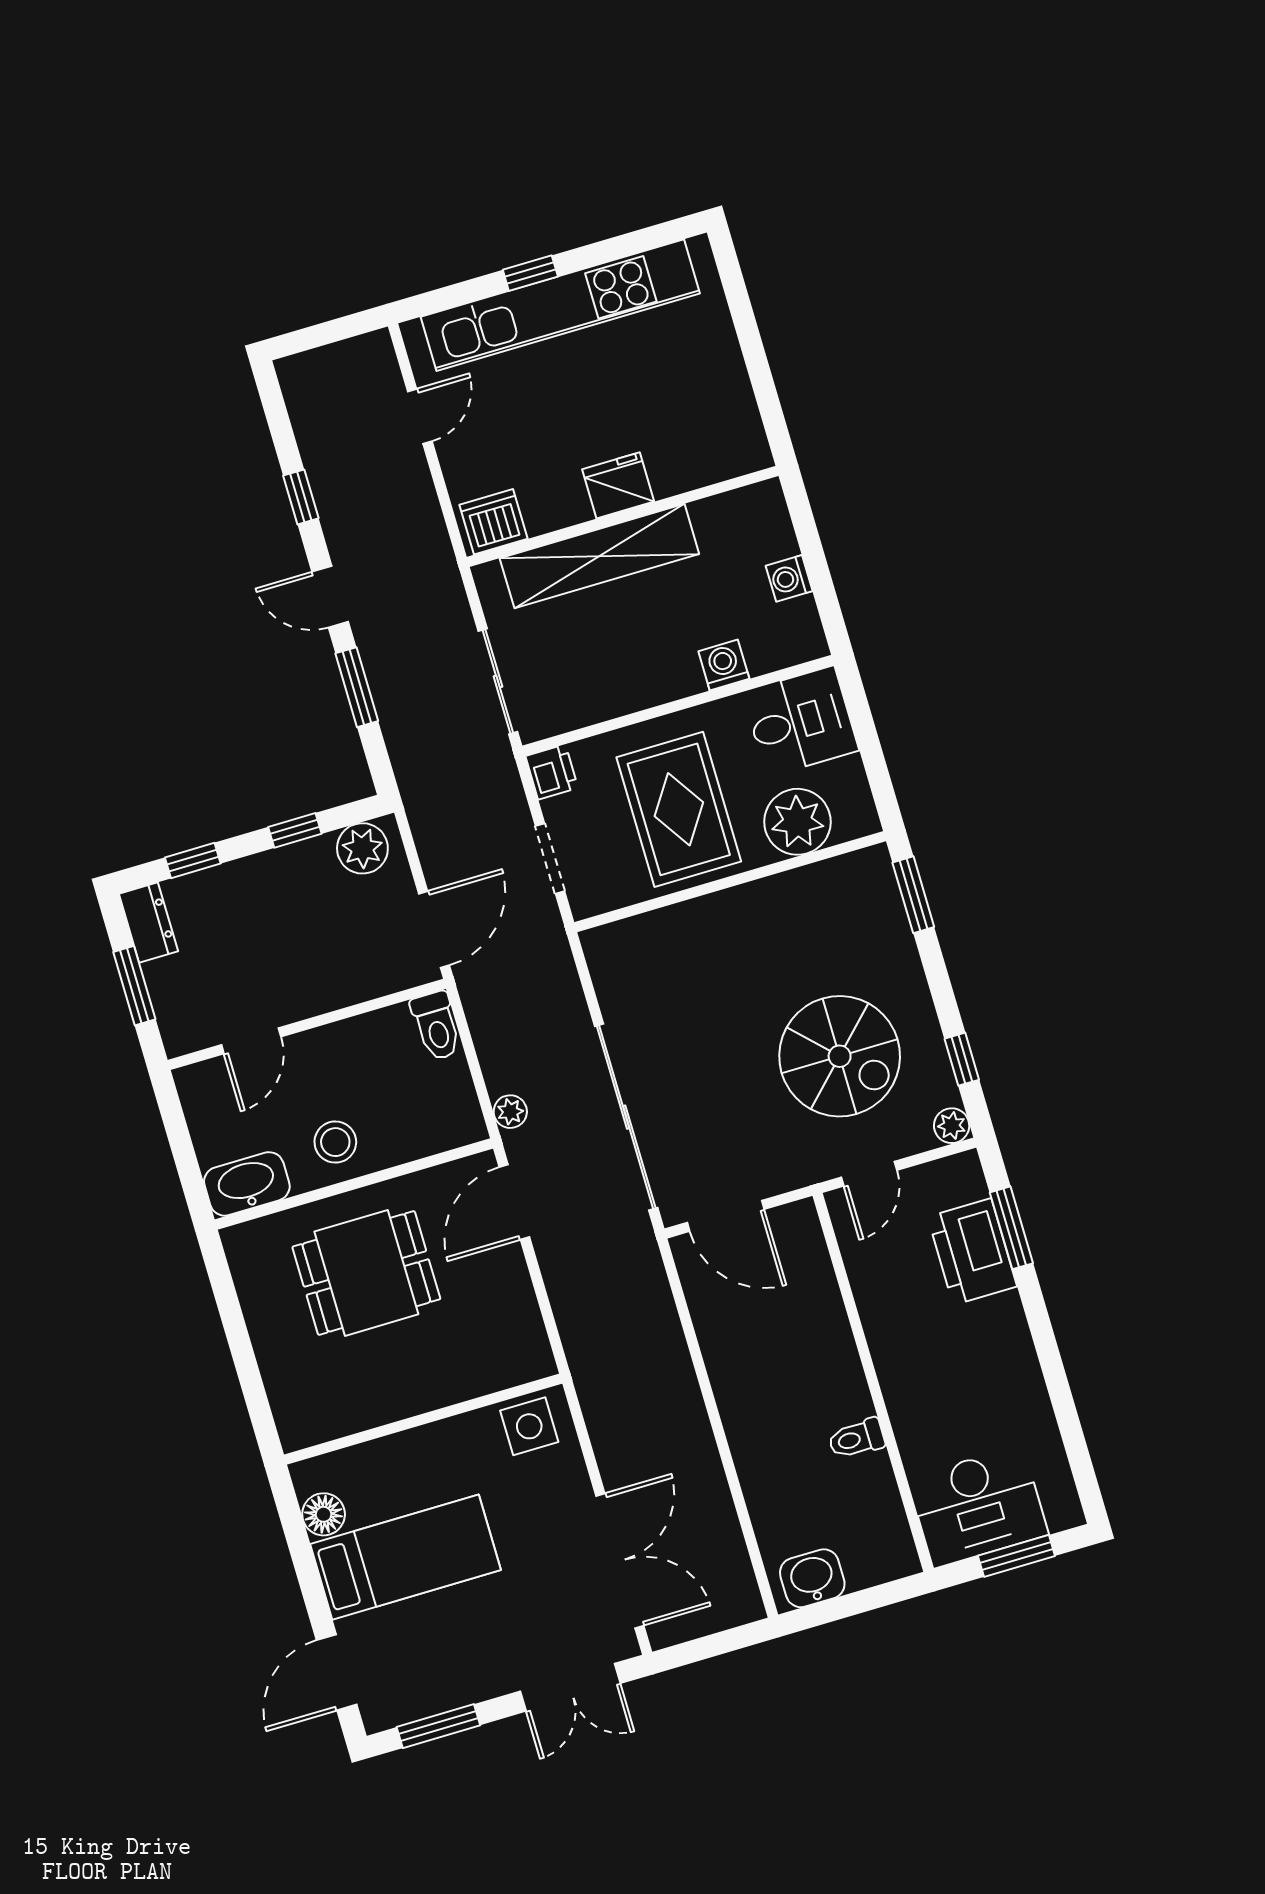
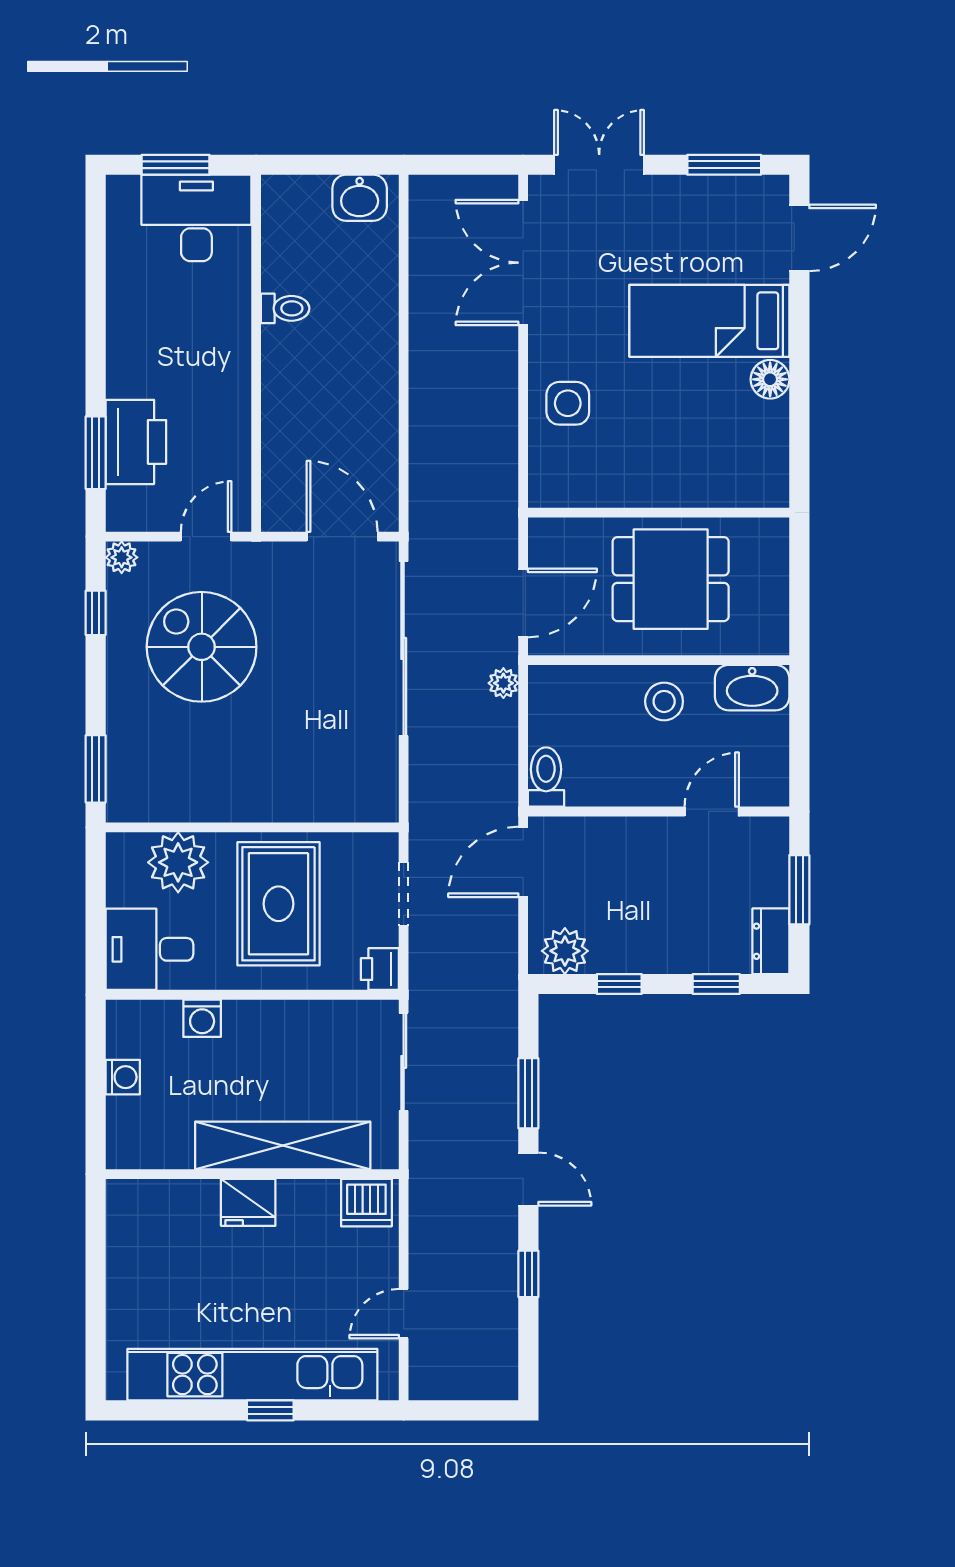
wall: (423, 1419) -> (659, 513), moved

